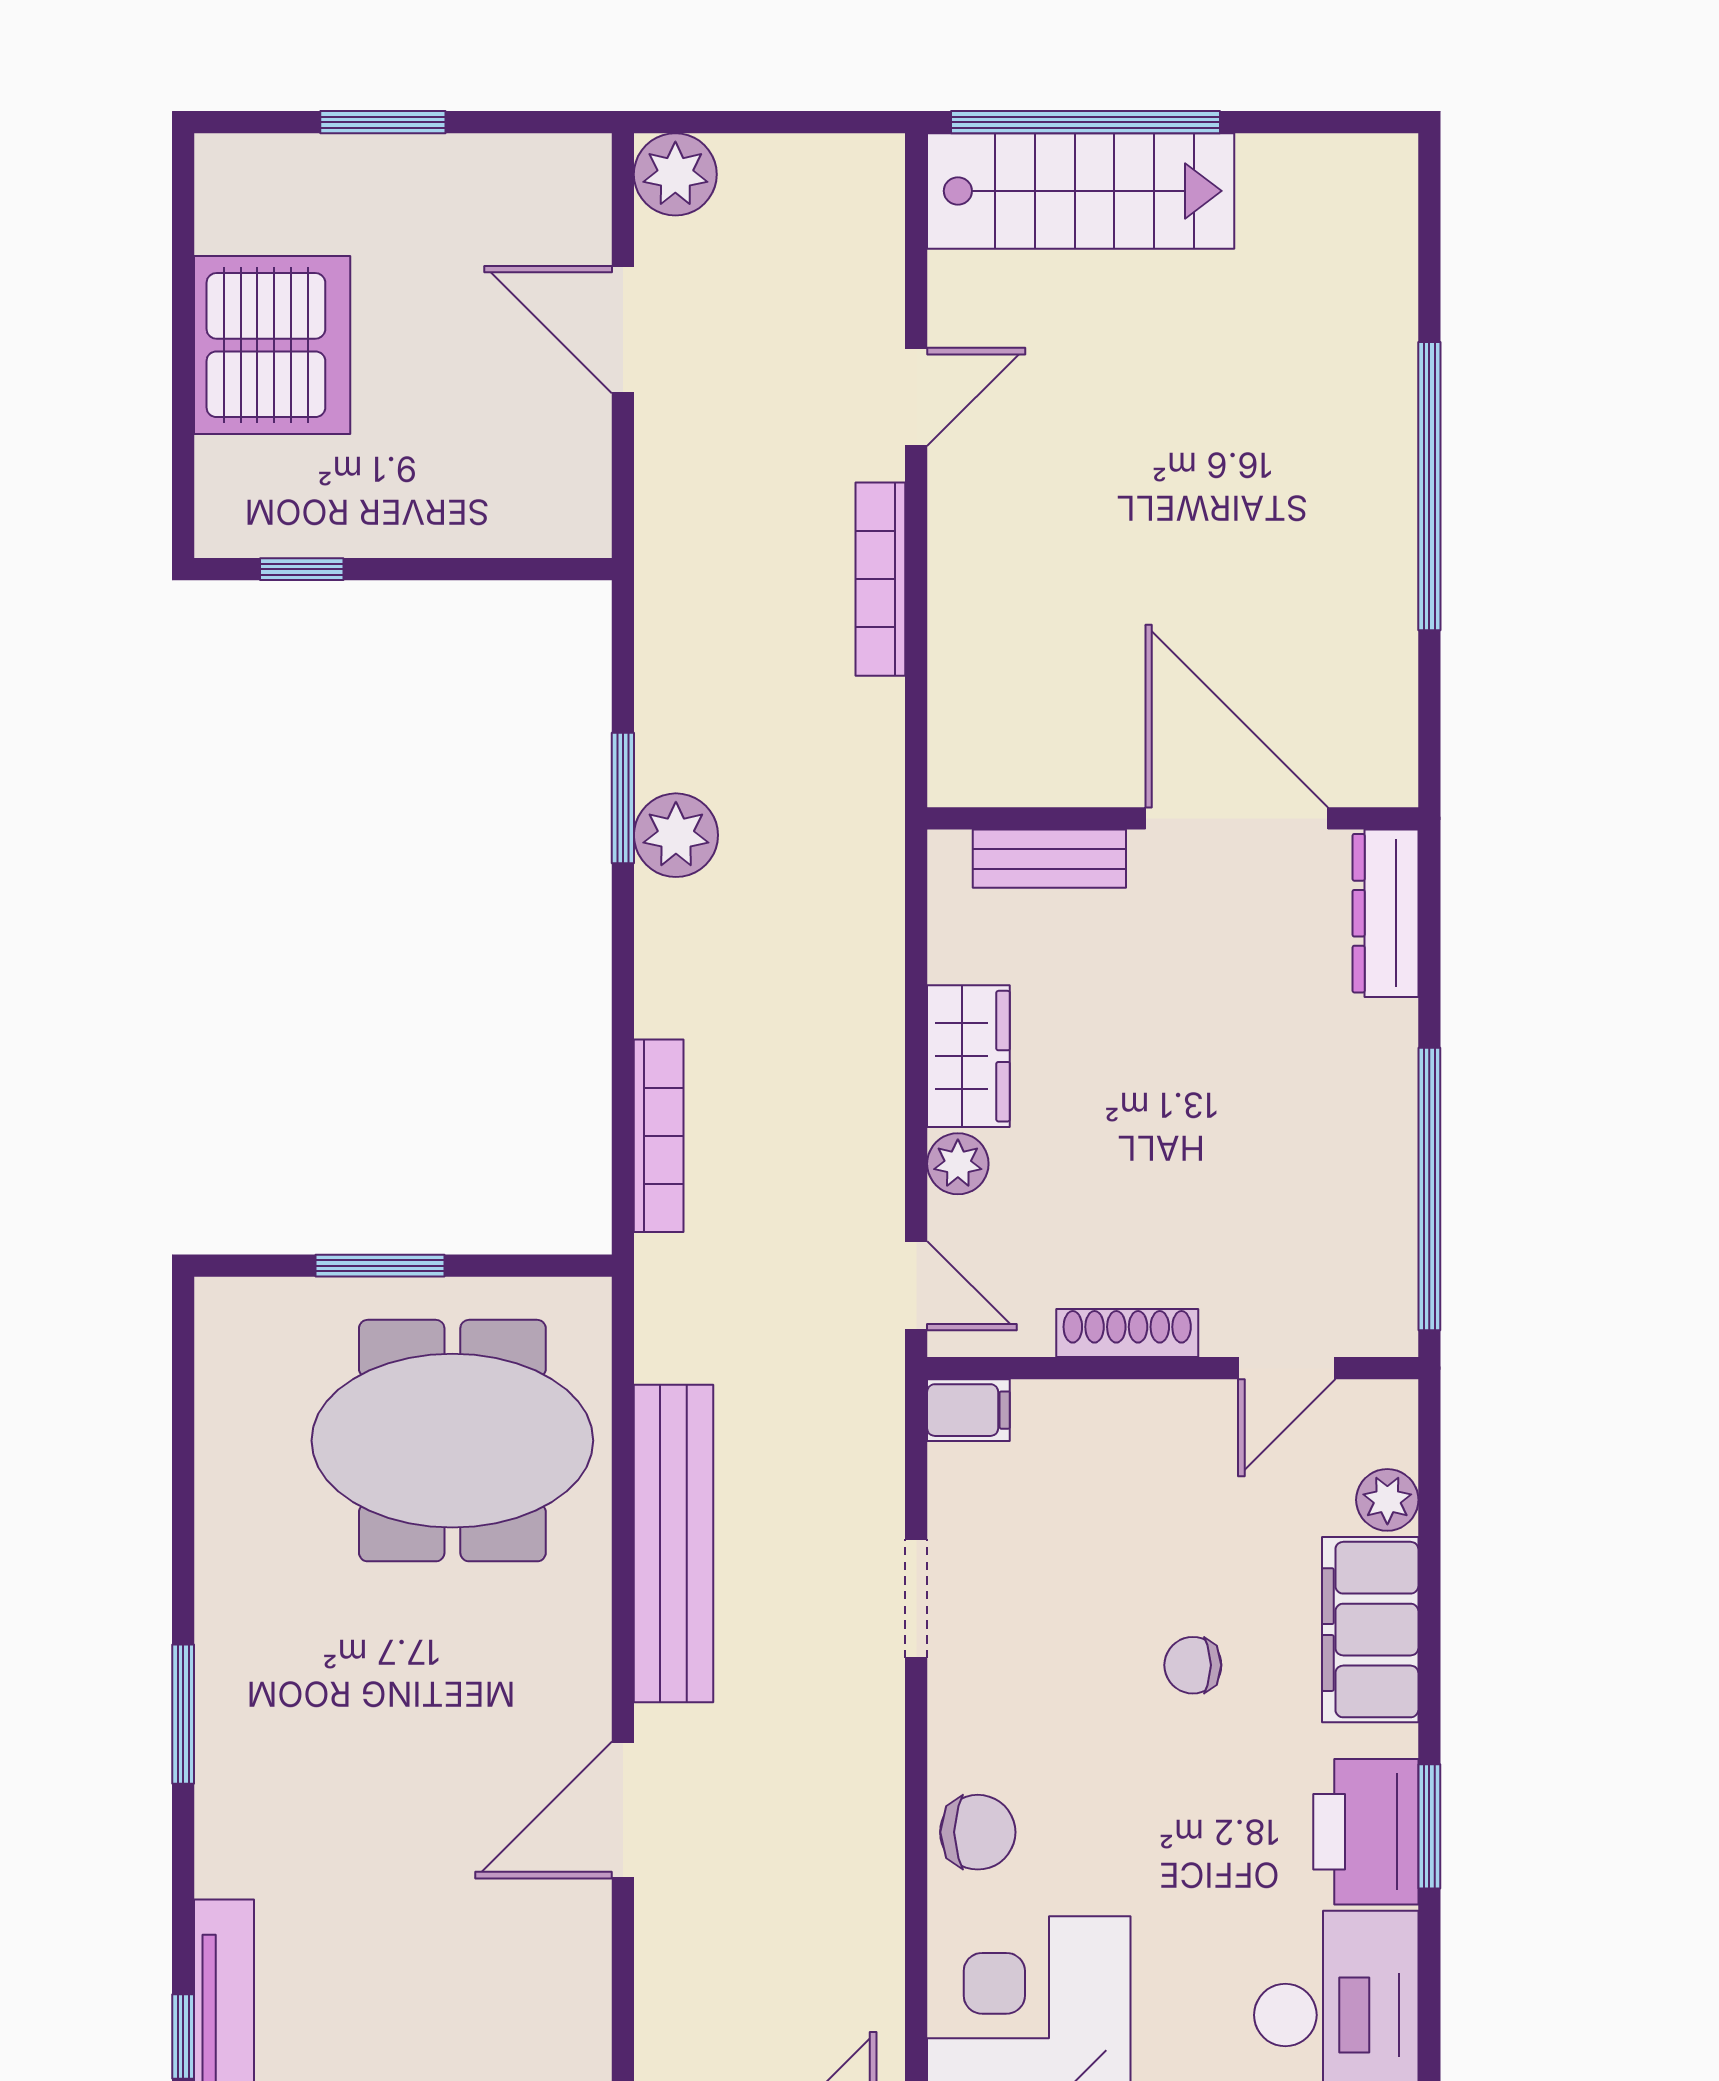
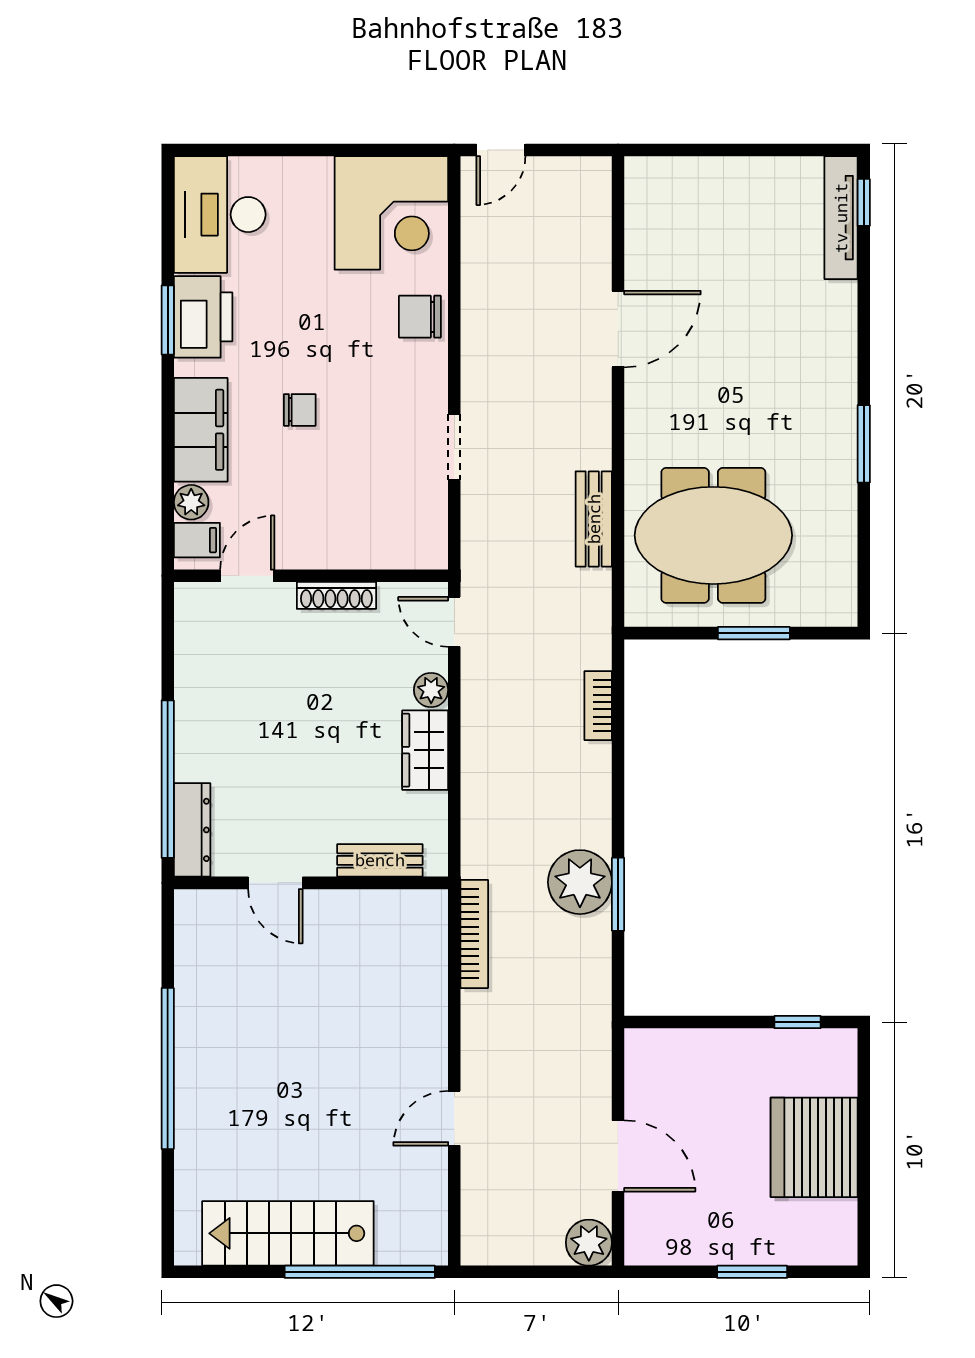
stairs: (1081, 191) -> (288, 1233), moved
bookcase: (880, 579) -> (474, 934), moved
door: (1237, 818) -> (275, 883), width x0.53
plant: (676, 835) -> (580, 882), width x1.36, depth x1.36
bookcase: (659, 1136) -> (598, 706), width x0.64
window: (1429, 1189) -> (168, 779), moved
filing cabinet: (968, 1410) -> (197, 540), moved, turned 180
bench: (674, 1544) -> (594, 519), width x0.54, depth x0.82
window: (183, 1714) -> (864, 444), moved

